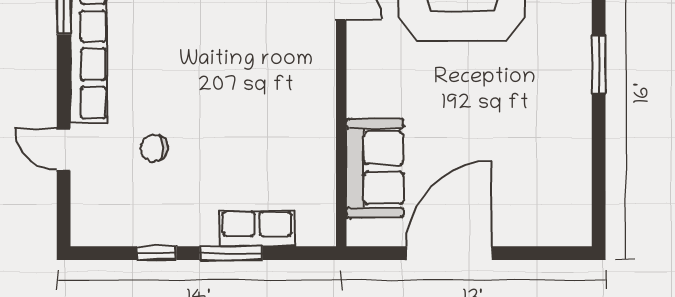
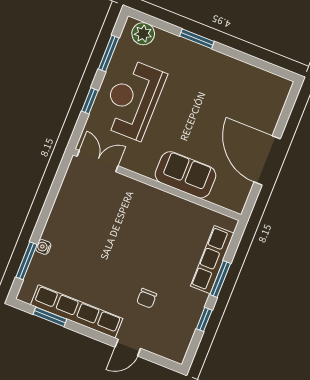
sofa: (375, 168) -> (186, 175), moved
row of seats: (257, 228) -> (212, 260), width x1.48

